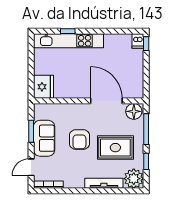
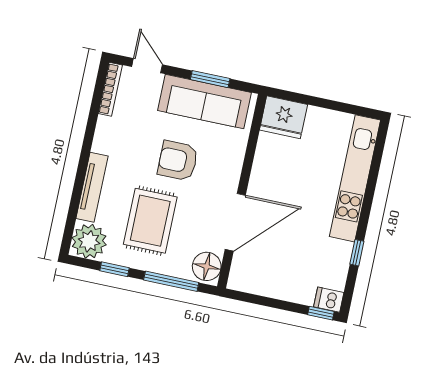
window: (68, 31) -> (357, 253), moved
sofa: (44, 138) -> (205, 102), width x1.36

